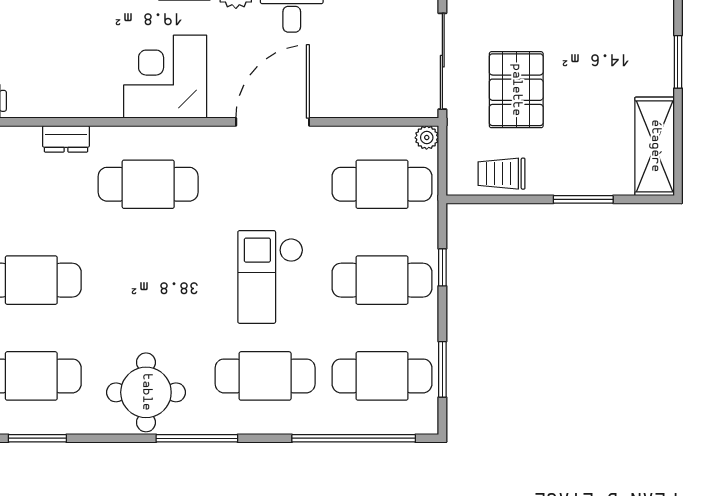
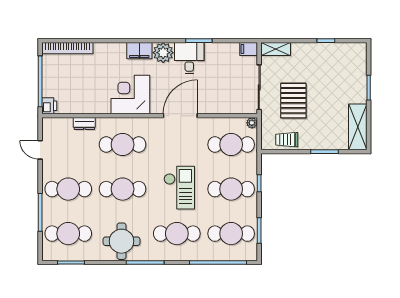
checkout: (270, 277) -> (179, 188), turned 180
cafe table: (148, 280) -> (123, 189), added

